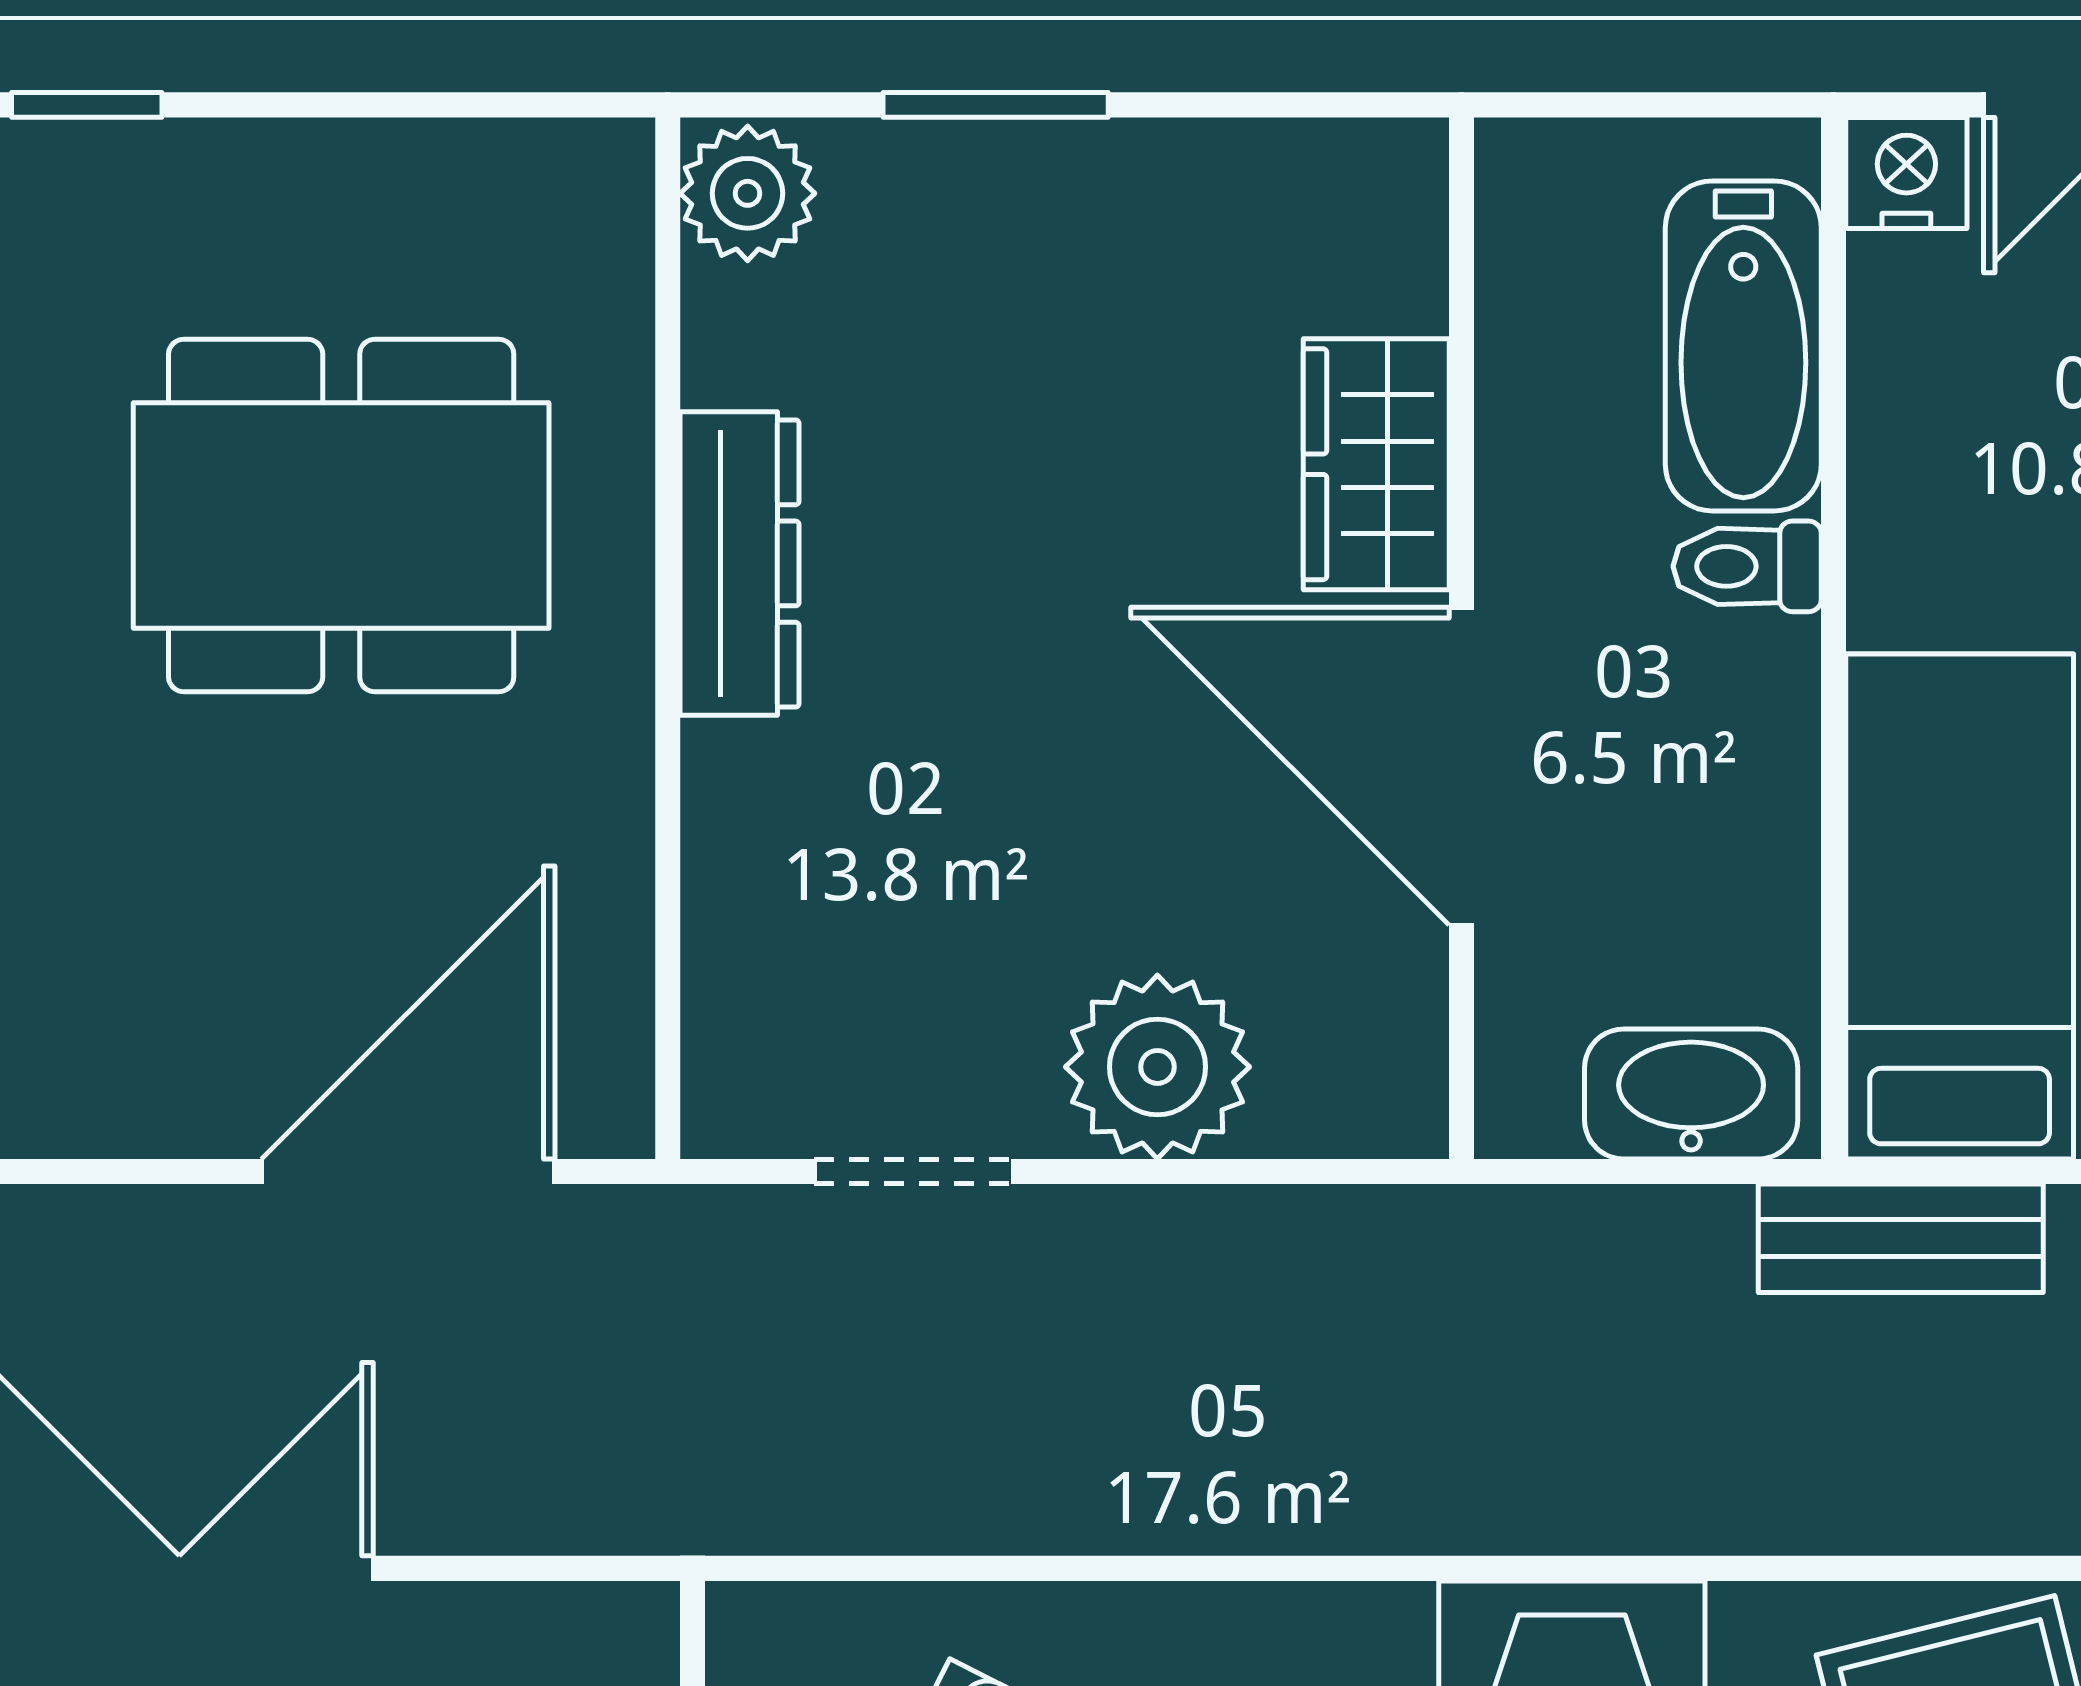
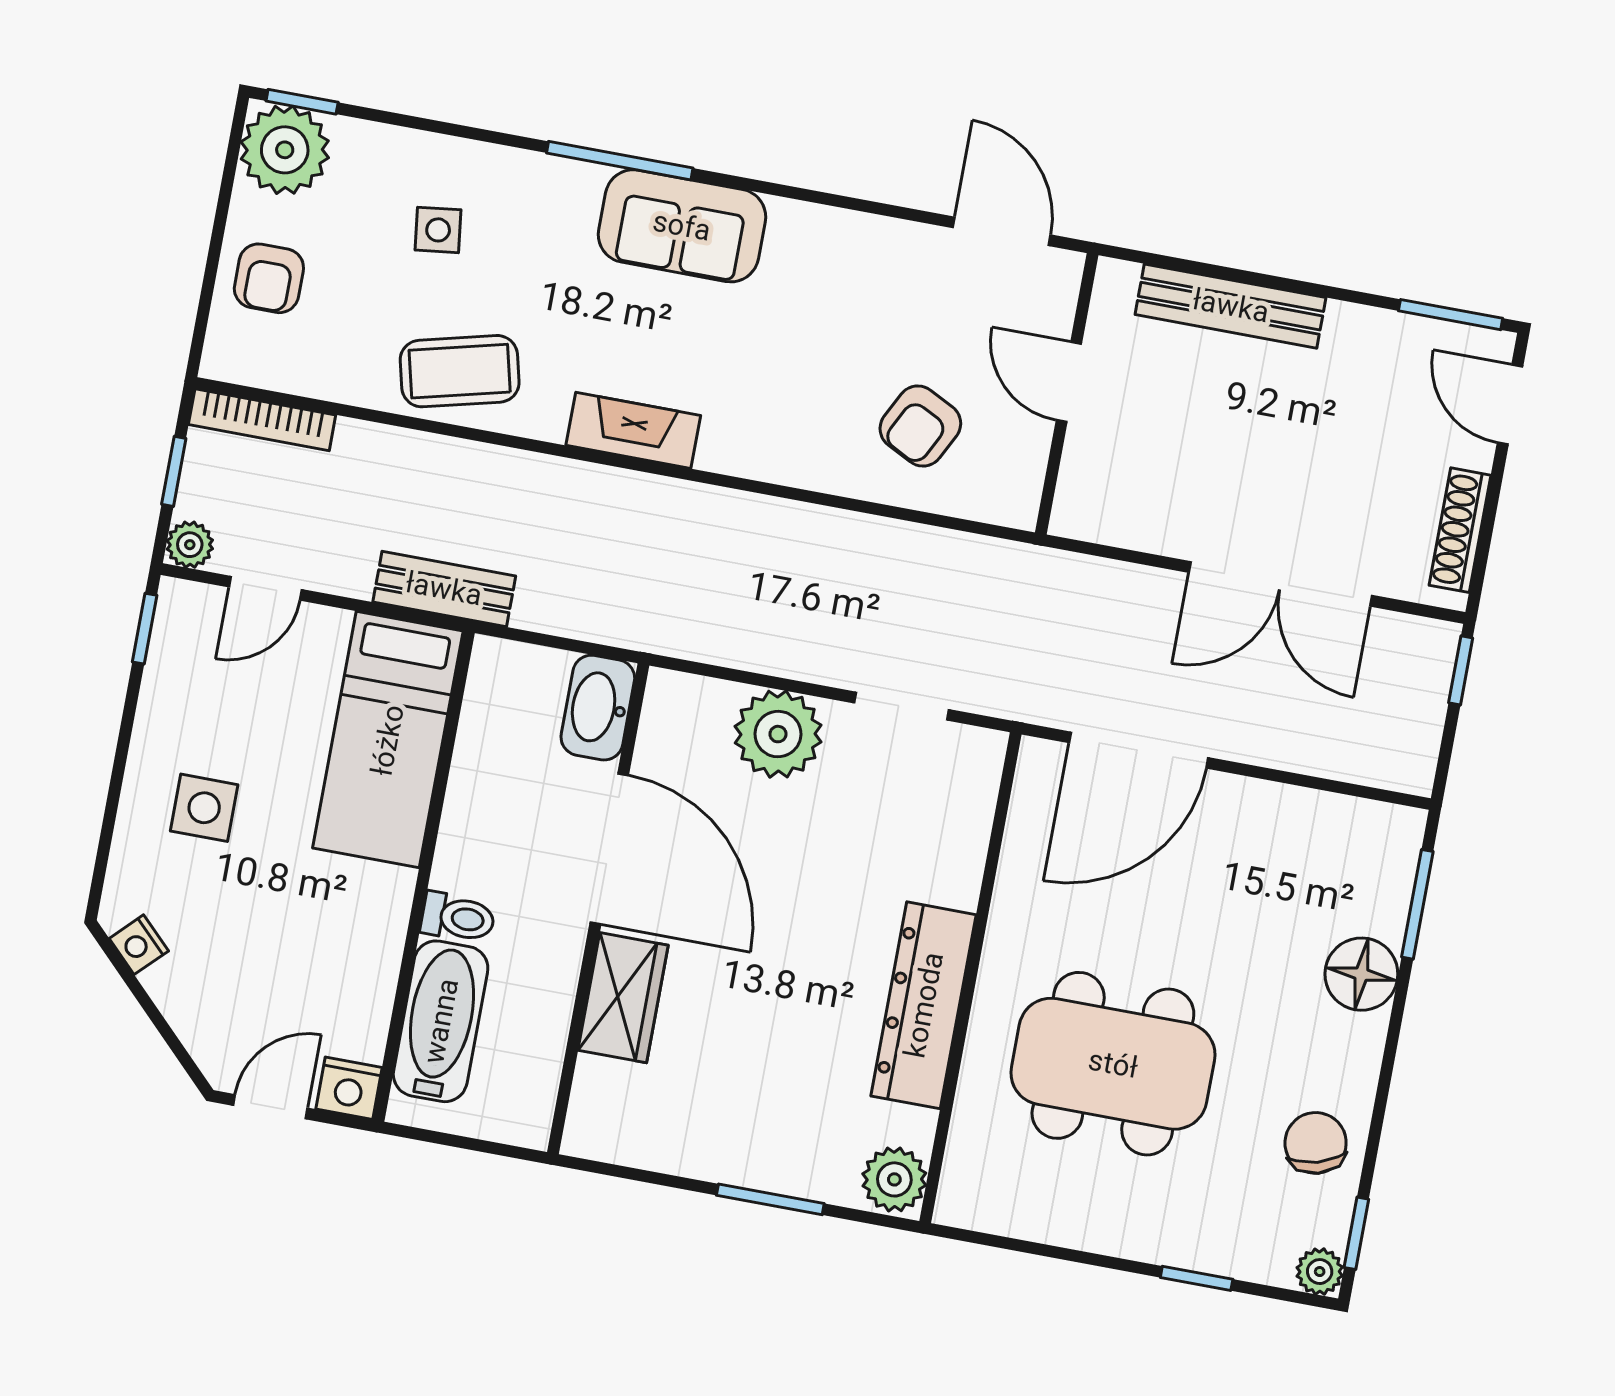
dresser: (739, 563) -> (924, 1005), width x1.37, depth x1.24
washbasin: (1691, 1094) -> (598, 708), moved, turned 90

